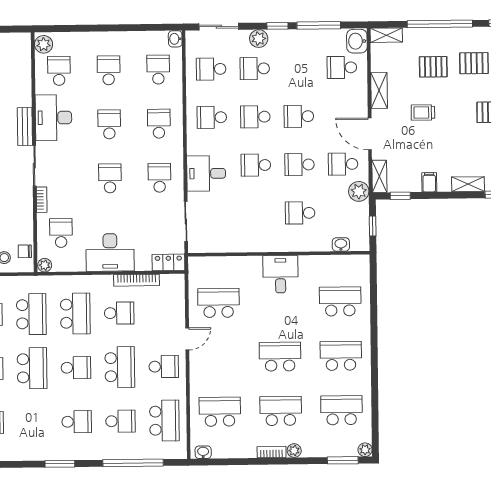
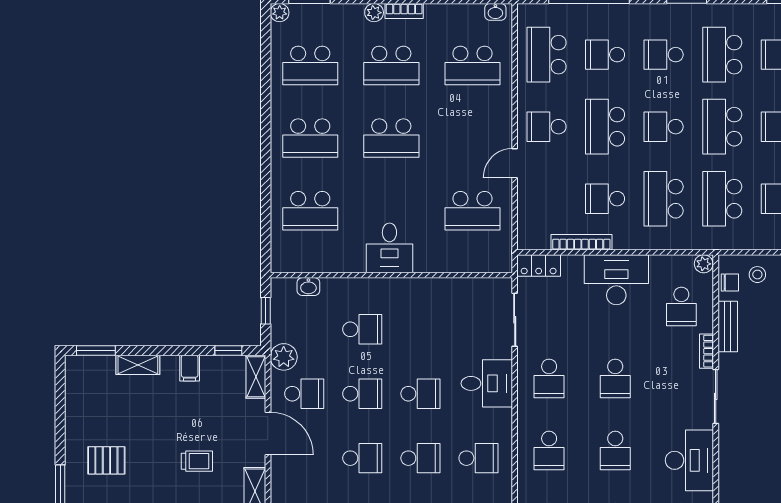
bench: (25, 126) -> (728, 327), moved
school desk: (33, 422) -> (722, 55), added

